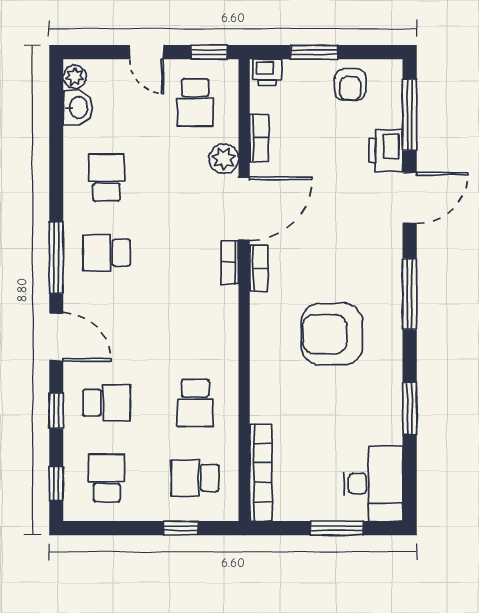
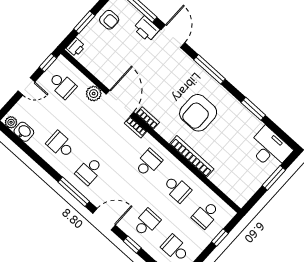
bookcase: (259, 138) -> (98, 73), removed
school desk: (195, 328) -> (148, 163), added
bookcase: (261, 472) -> (192, 156), moved

